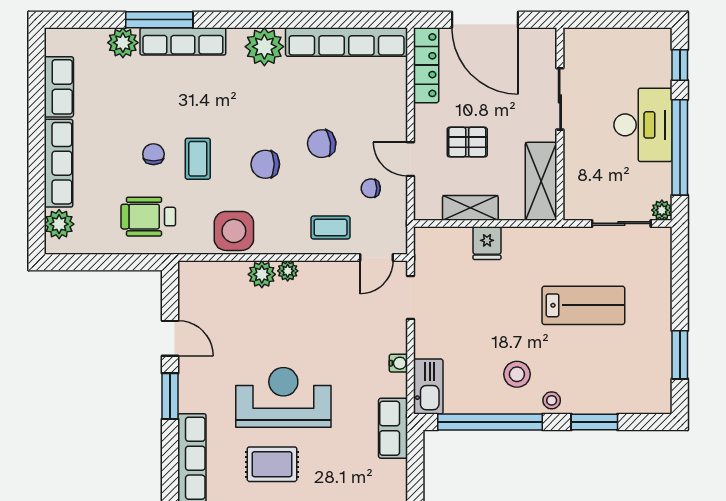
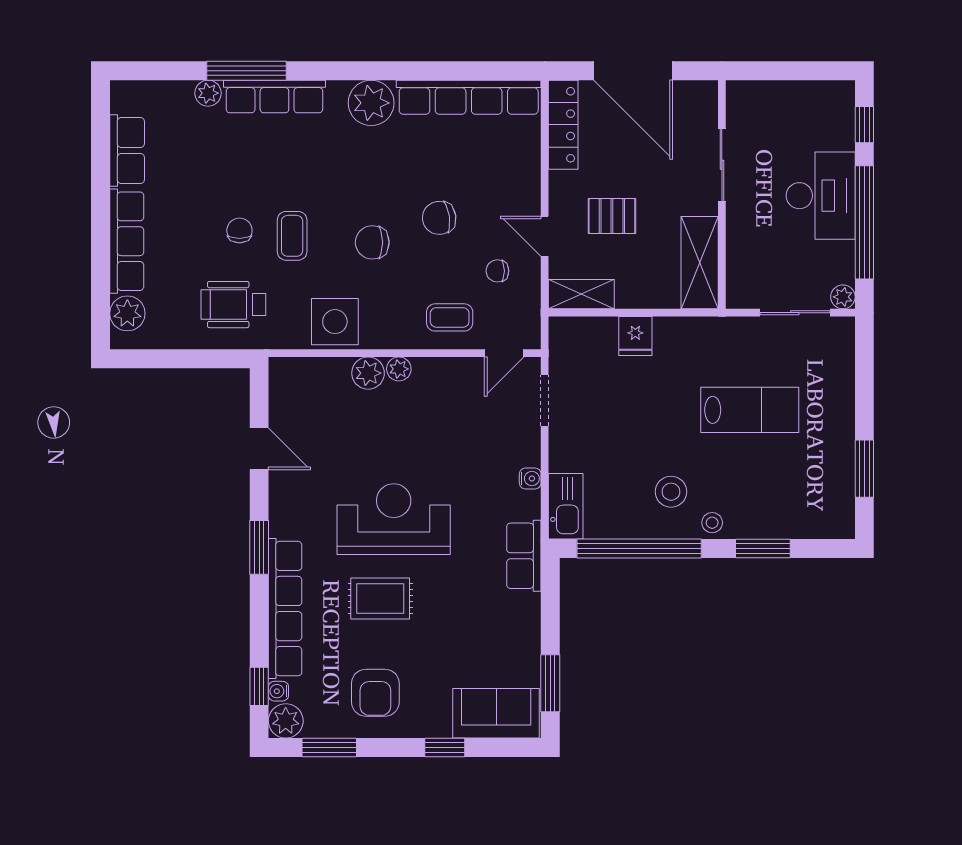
plant: (123, 43) -> (208, 93), width x0.73, depth x0.73
shelving: (470, 208) -> (581, 294), moved
window: (170, 396) -> (259, 547), moved

